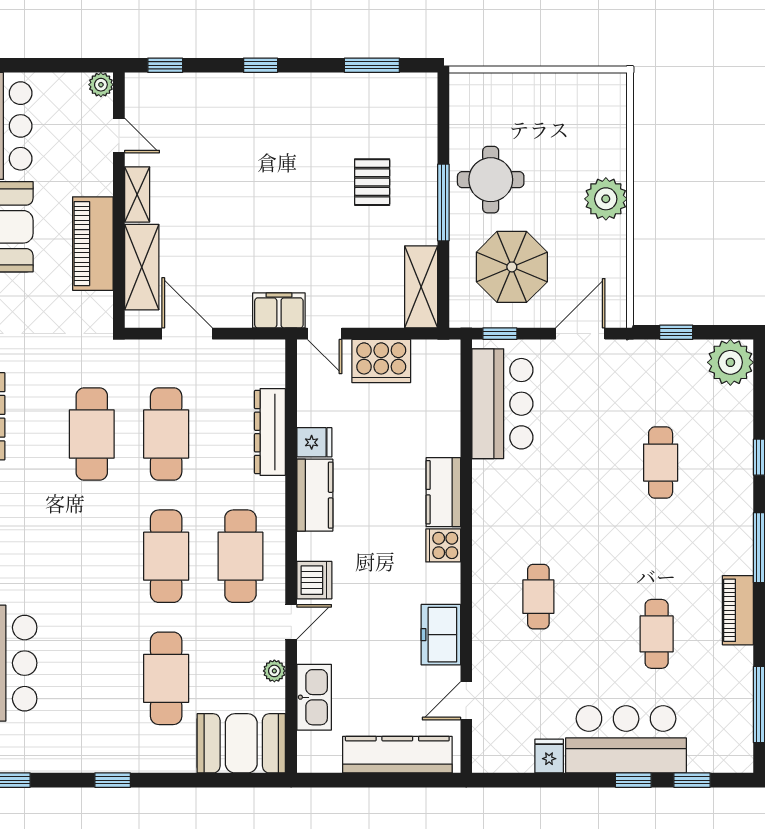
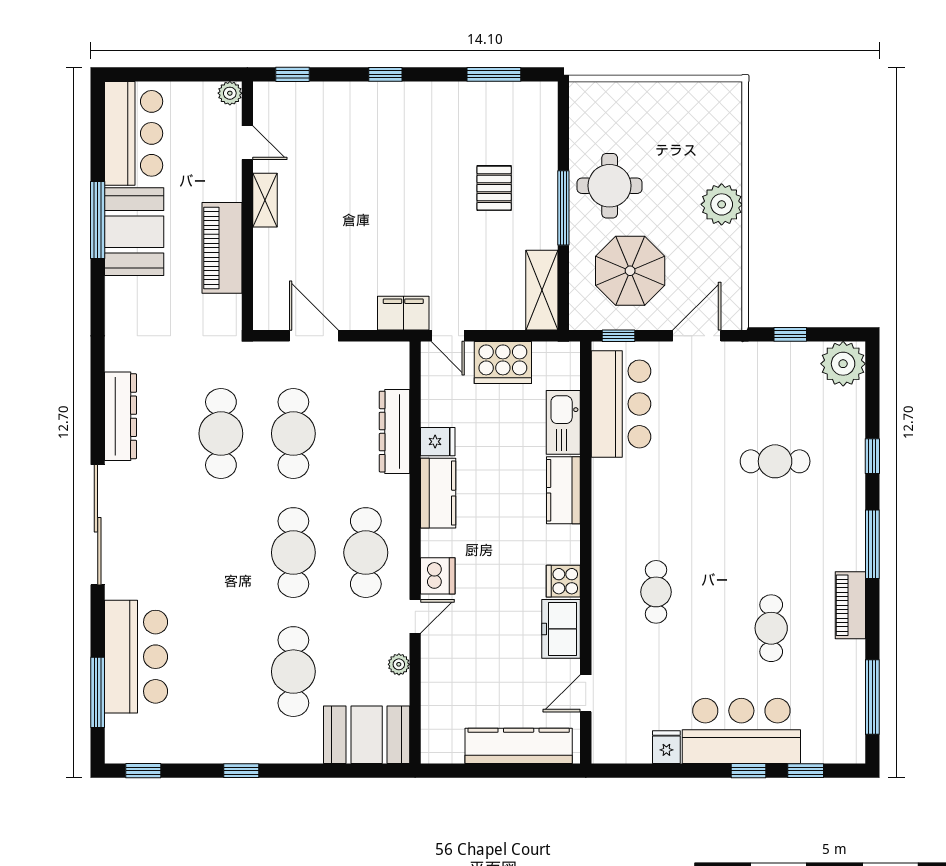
shelving: (142, 267) -> (270, 271), removed
cafe table: (661, 463) -> (775, 461), turned 90
cooker: (443, 545) -> (563, 581), moved
kitchen sink: (314, 697) -> (563, 422), moved, turned 180

